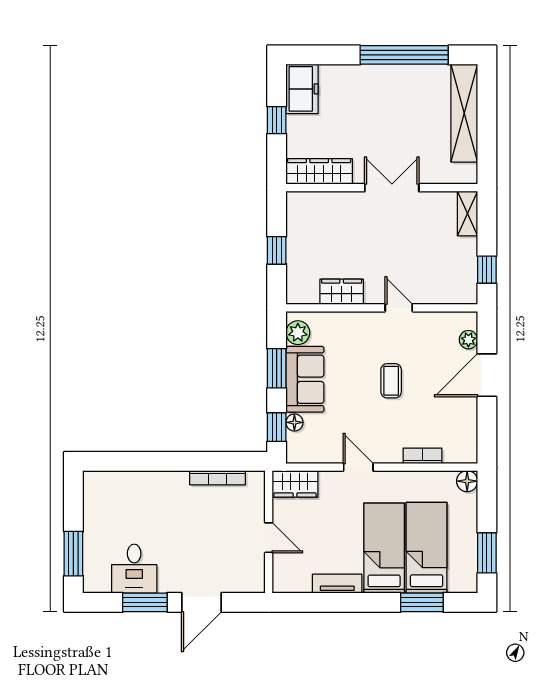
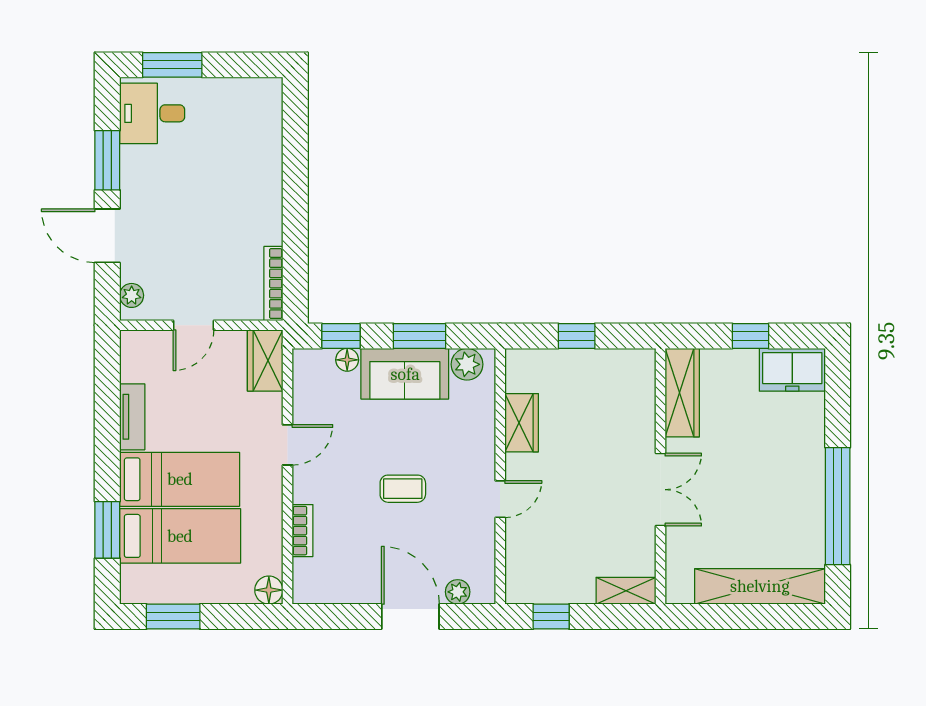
bookcase: (218, 478) -> (273, 284), moved
desk: (134, 569) -> (152, 113), moved
plant: (246, 584) -> (132, 295), added

